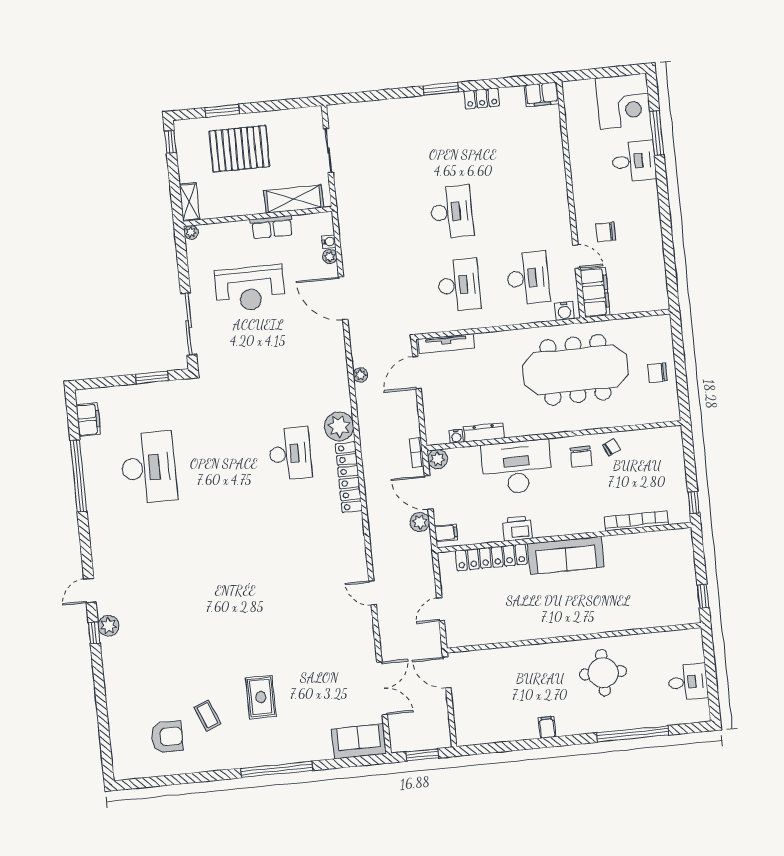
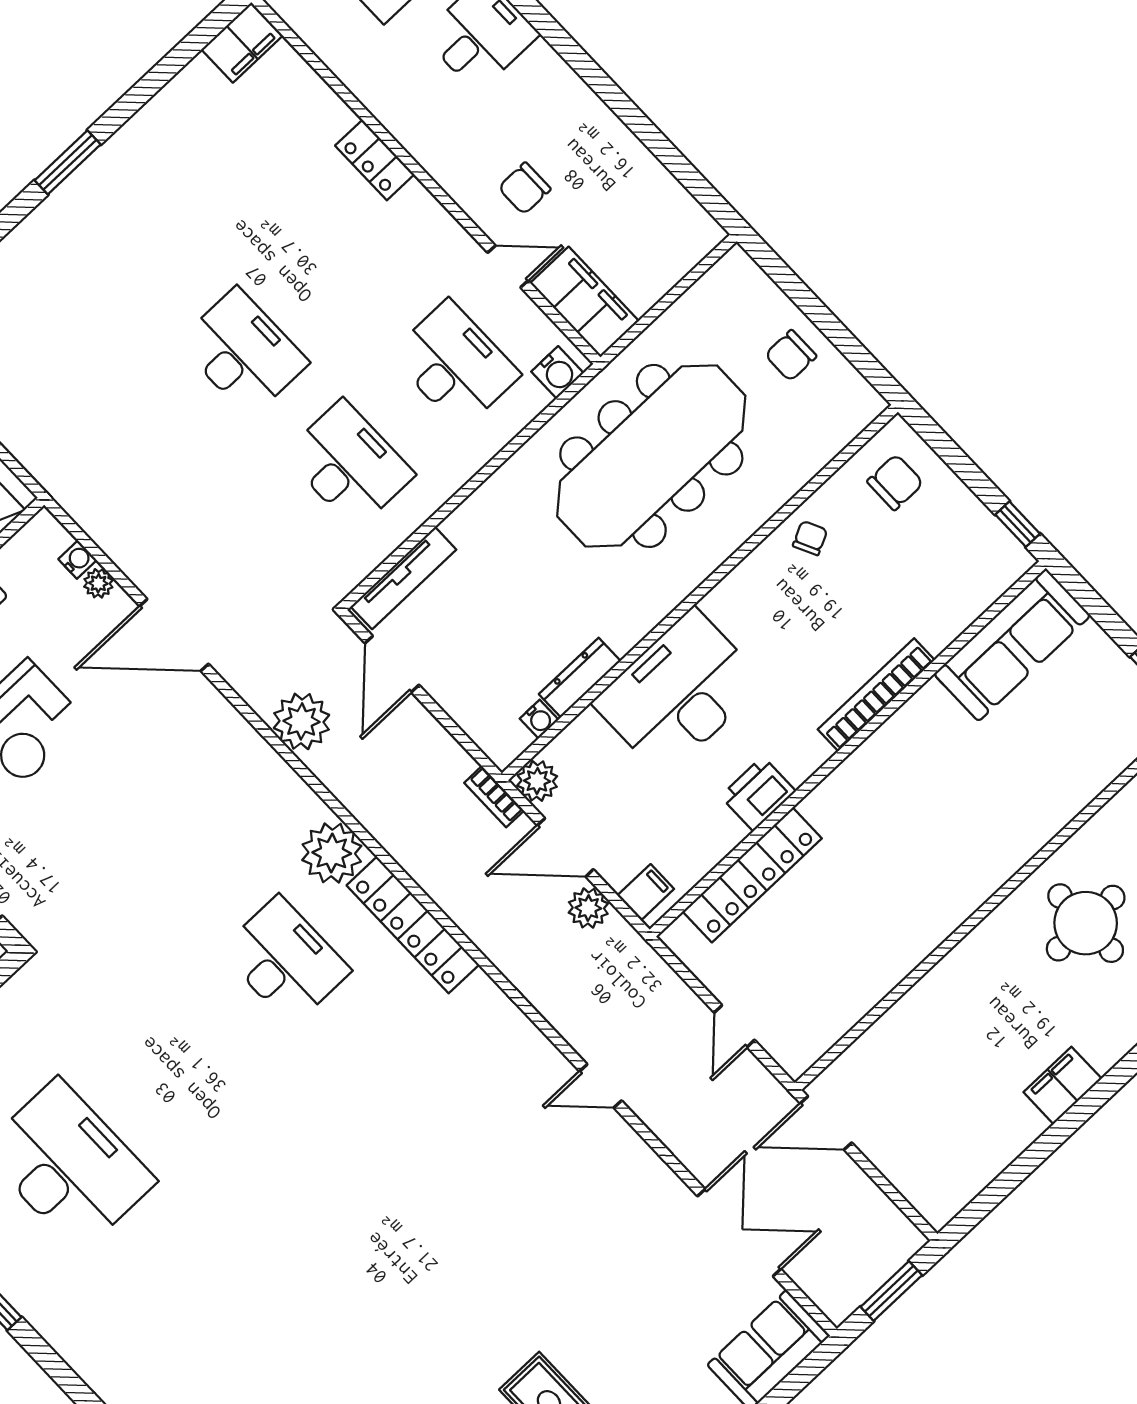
locker: (482, 99) -> (375, 160), moved, turned 90
plant: (360, 375) -> (302, 721), width x1.88, depth x1.88
chair: (581, 457) -> (895, 482), moved, turned -90
bookcase: (636, 521) -> (876, 695), moved
sofa: (566, 555) -> (1012, 645), moved
filing cabinet: (547, 727) -> (1063, 1085), width x2.00

